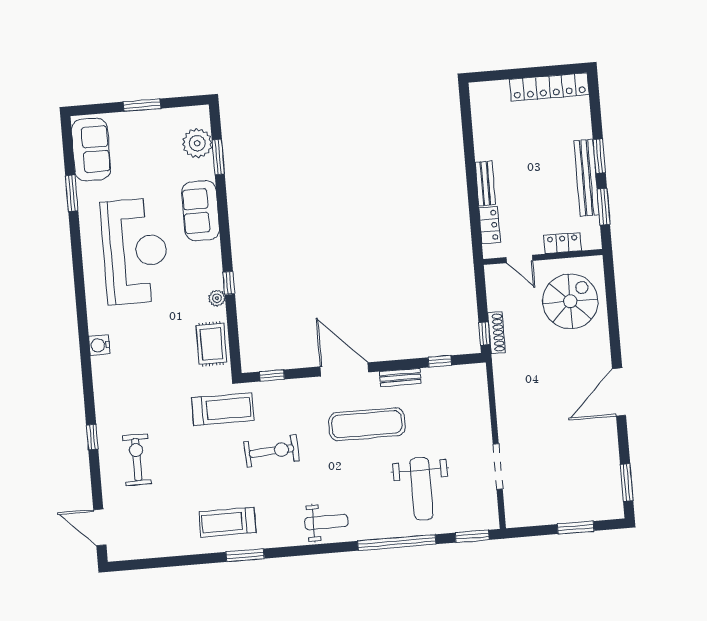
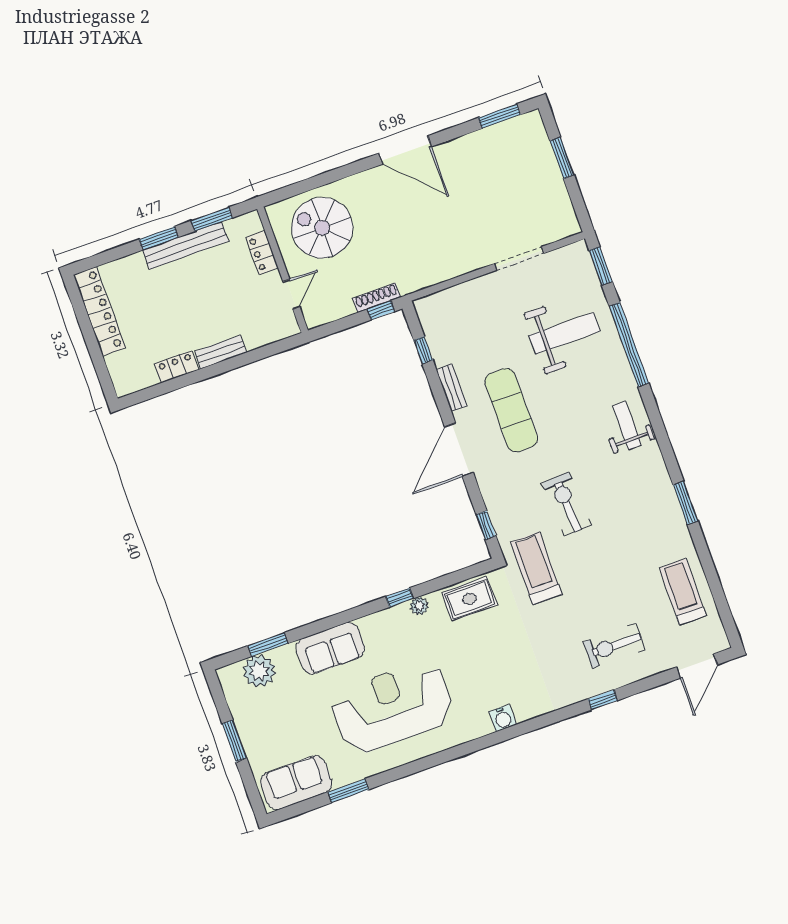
locker: (490, 225) -> (177, 367), moved
treadmill: (228, 522) -> (683, 592), moved, turned 180

